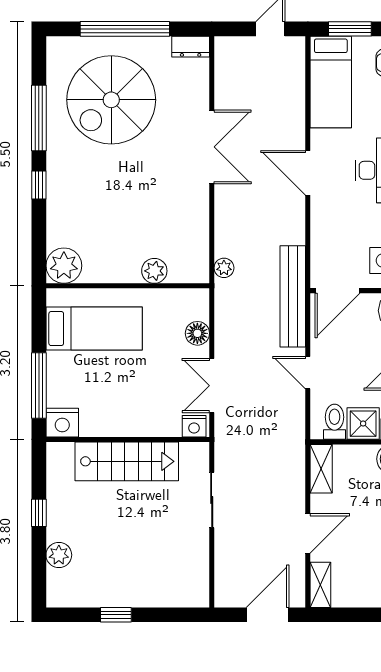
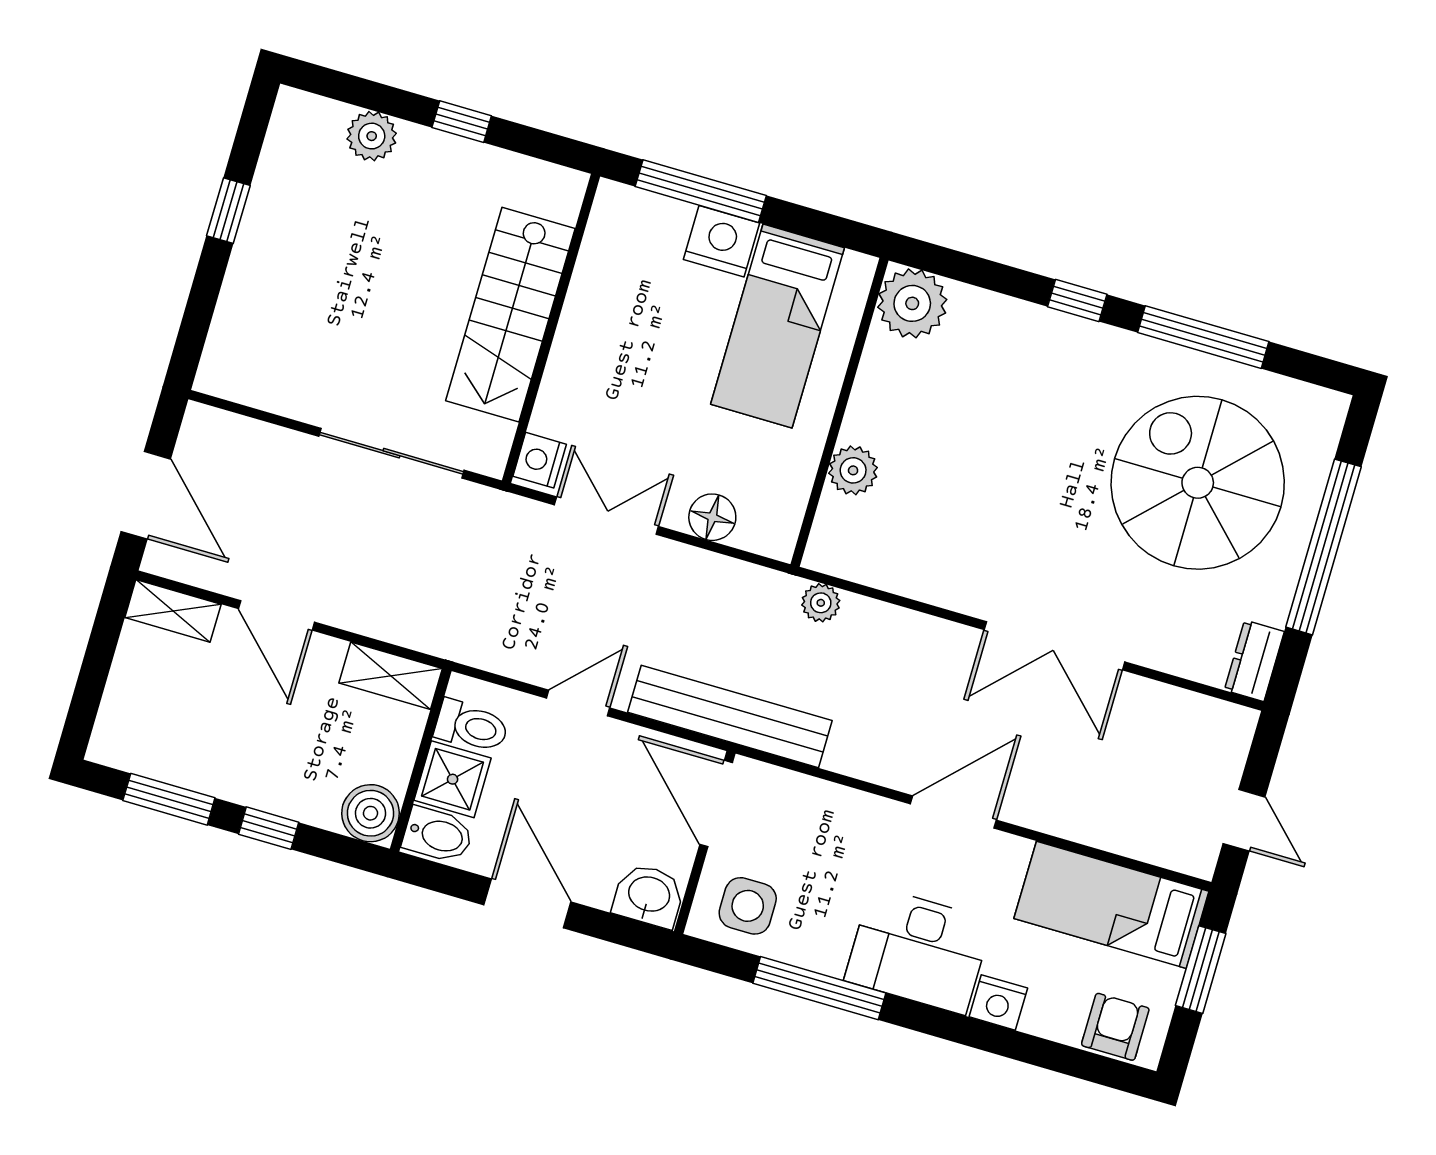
nightstand: (62, 423) -> (721, 241), moved, turned 90
sliding door: (212, 500) -> (392, 453), width x1.37

